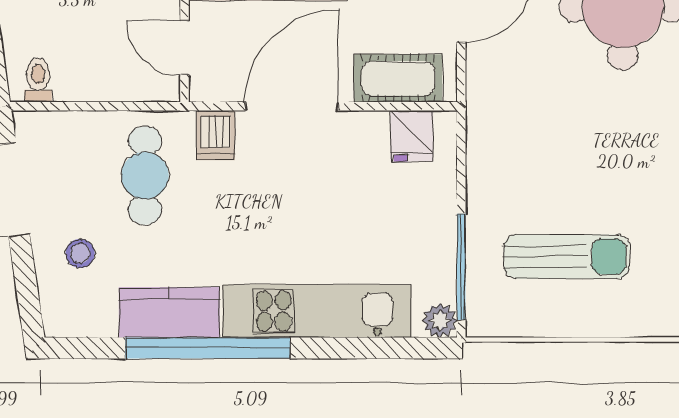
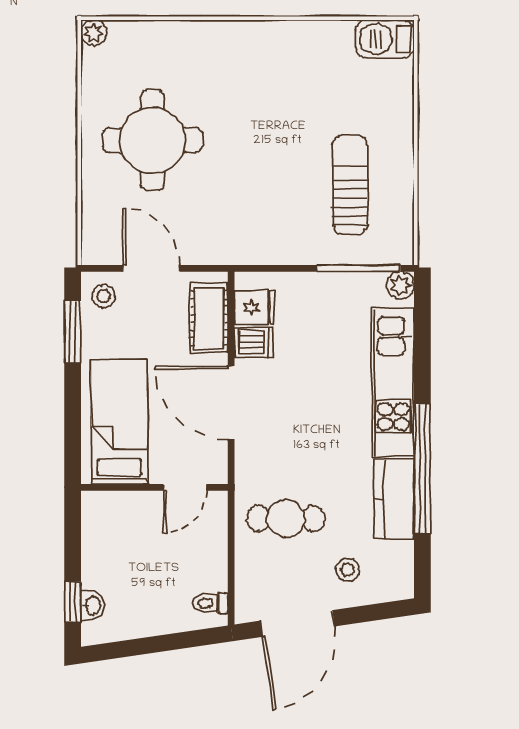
dishwasher: (216, 135) -> (254, 342), moved

